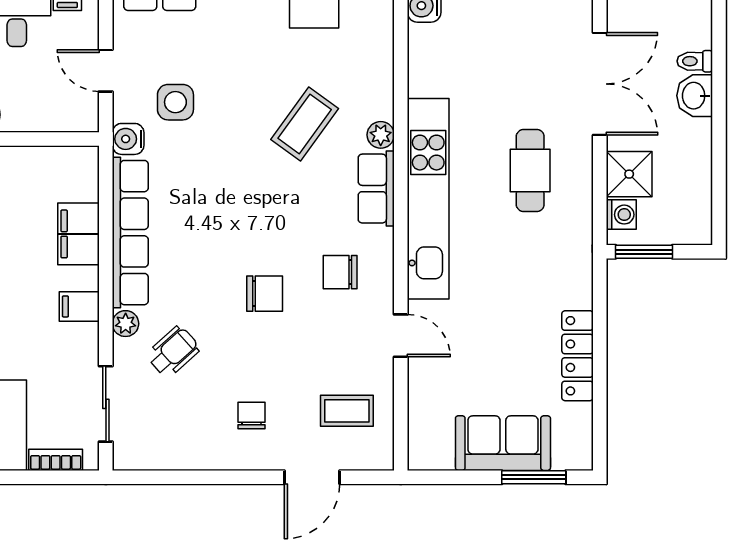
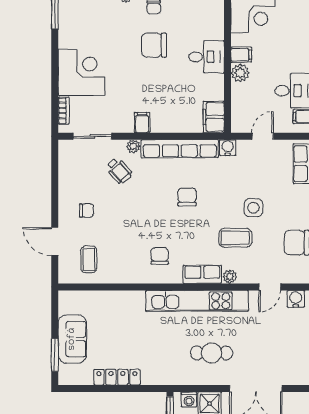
side table: (175, 102) -> (253, 208), moved
coffee table: (305, 124) -> (235, 238), turned -36
filing cabinet: (79, 234) -> (214, 117), moved, turned -90
chair: (265, 294) -> (187, 197), moved, turned 180
door: (401, 336) -> (270, 287), moved

